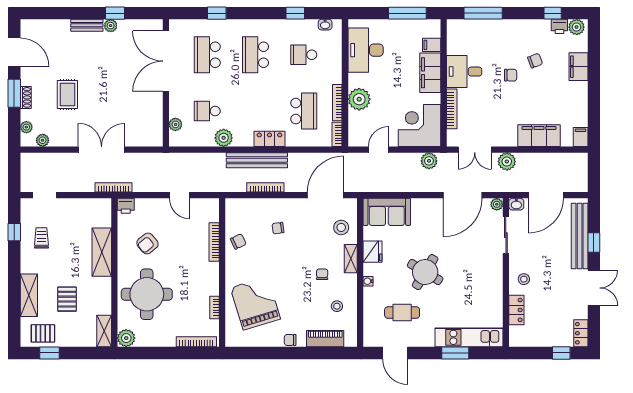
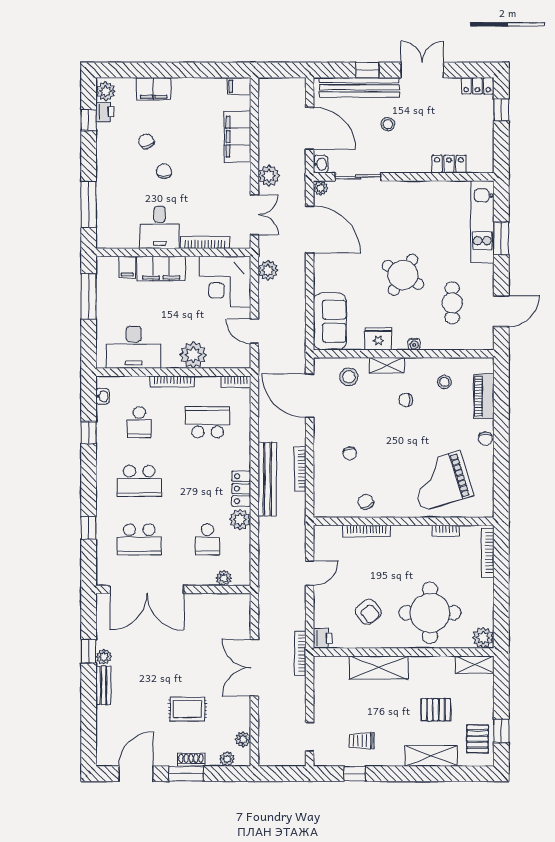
bookcase: (337, 103) -> (172, 382), moved
locker: (269, 139) -> (241, 489), moved
stool: (524, 279) -> (388, 124), moved

